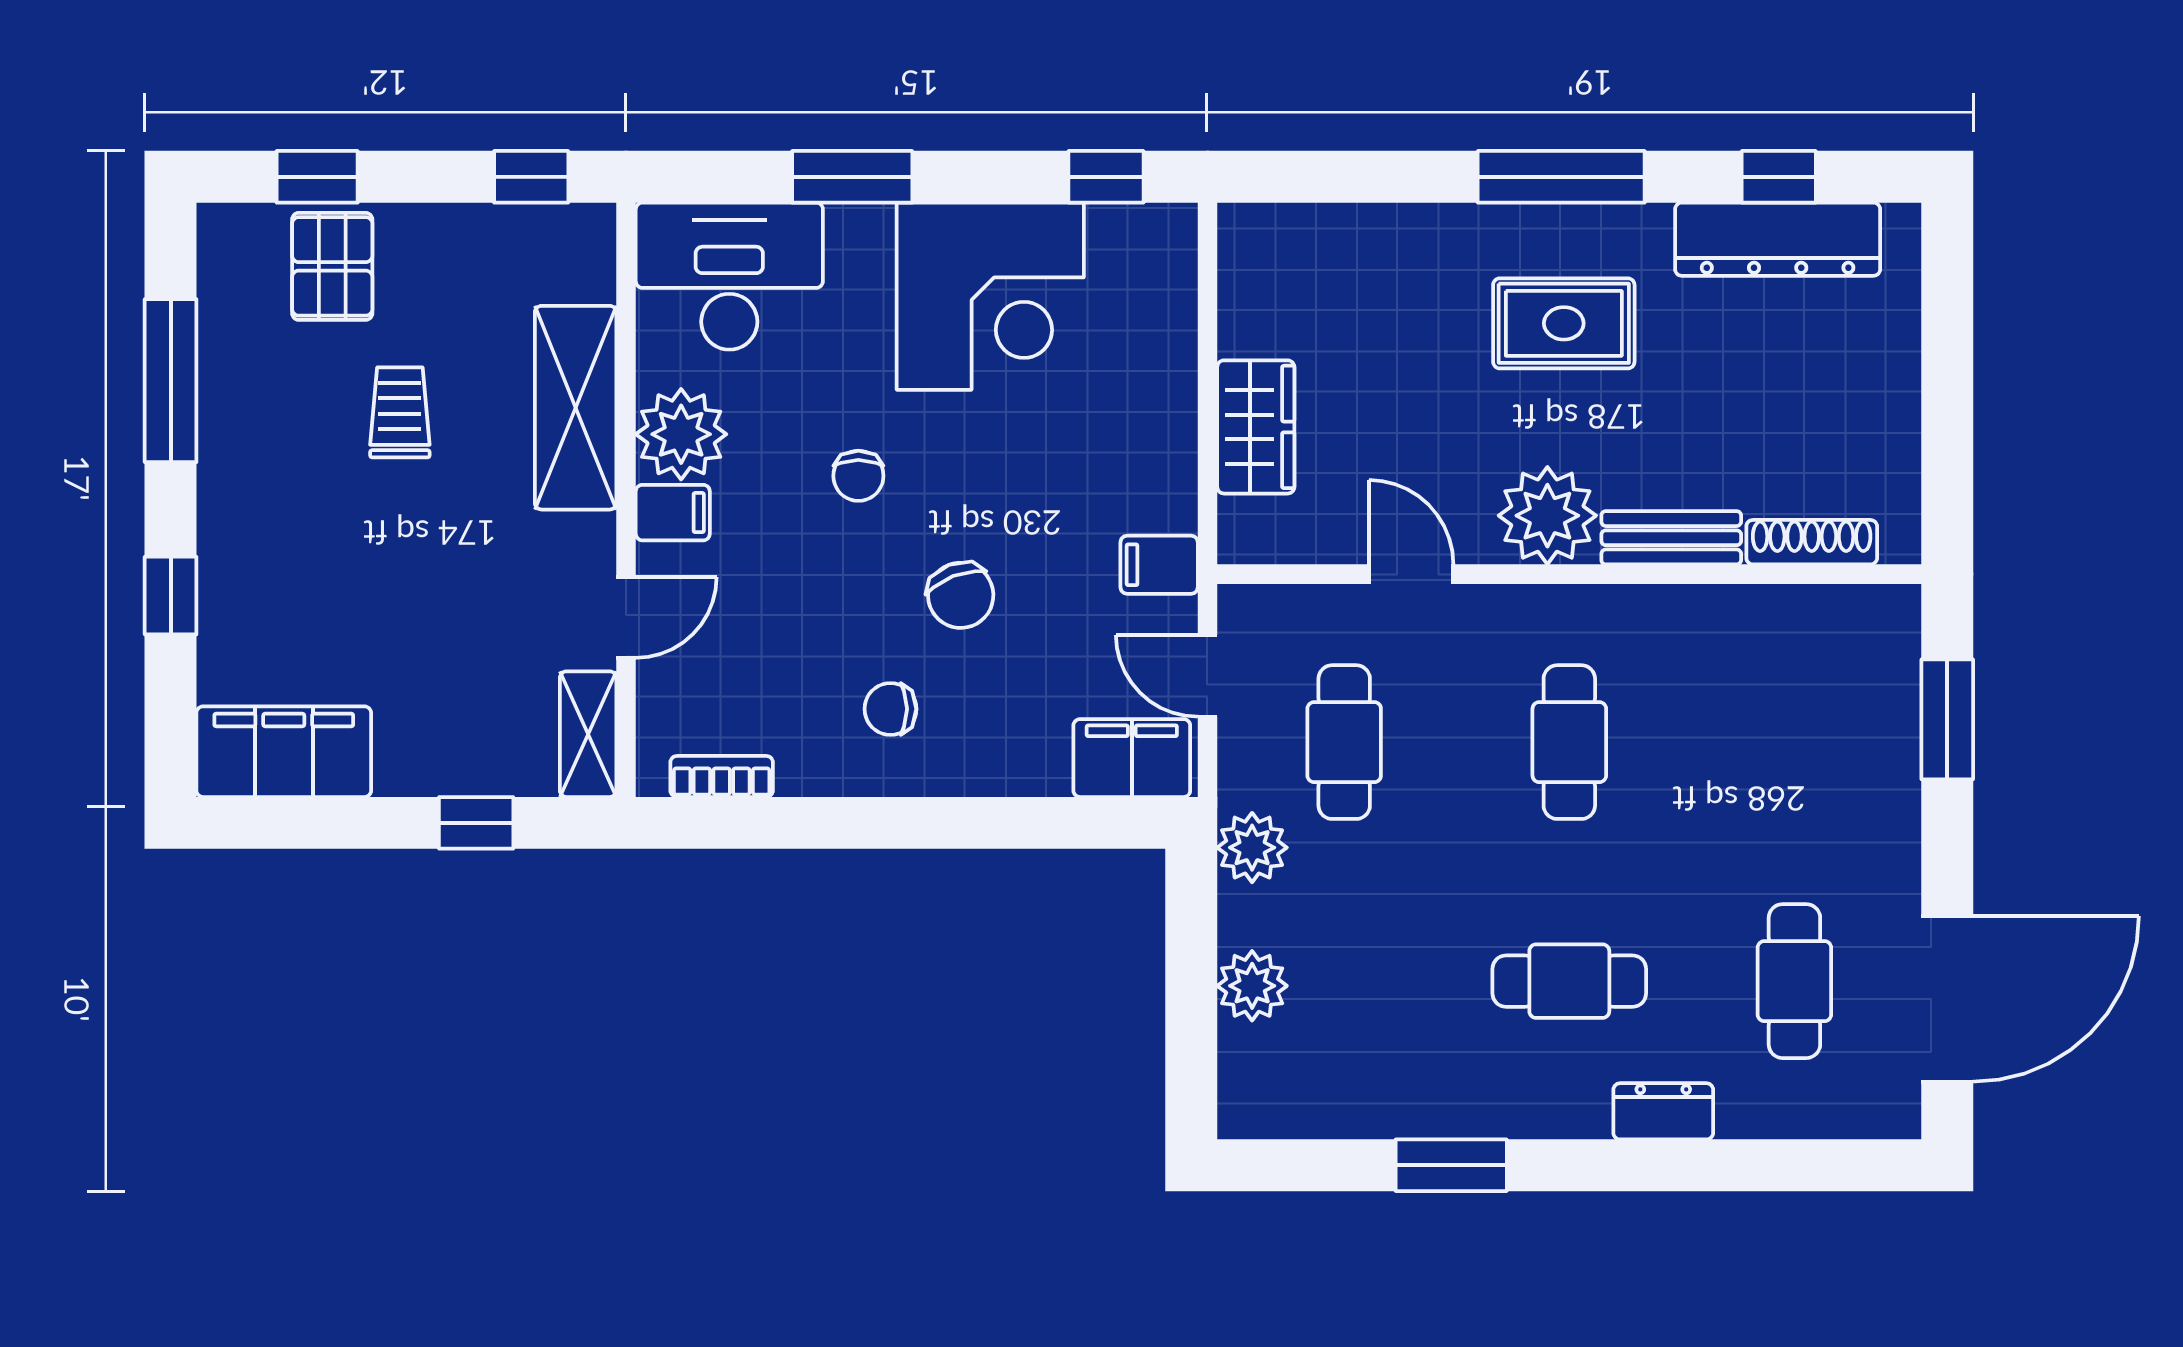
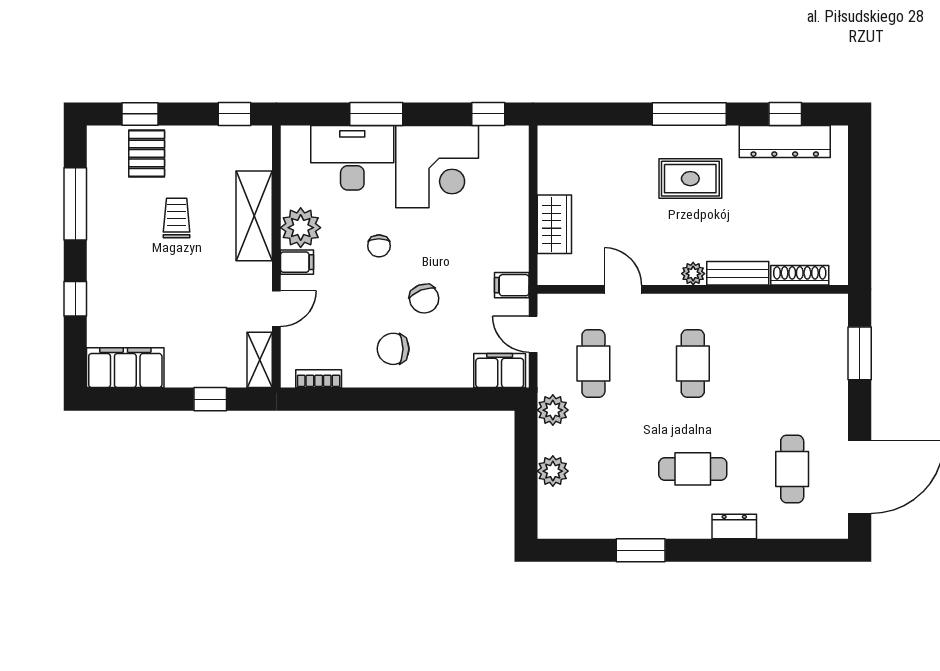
desk: (729, 276) -> (352, 158), moved
plant: (1547, 516) -> (693, 274), width x0.53, depth x0.53
chair: (890, 709) -> (393, 349), width x1.37, depth x1.37

